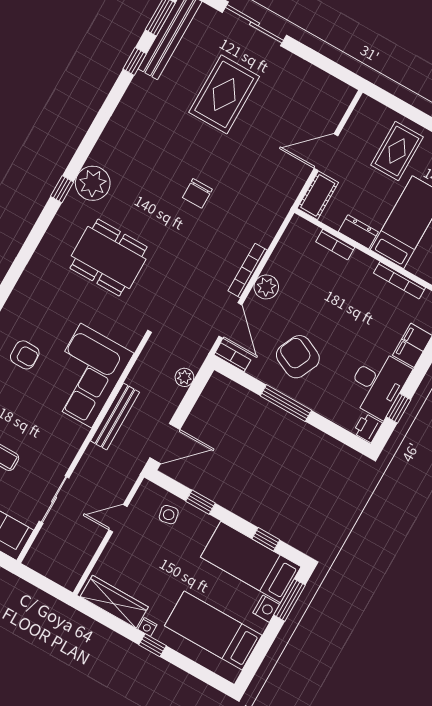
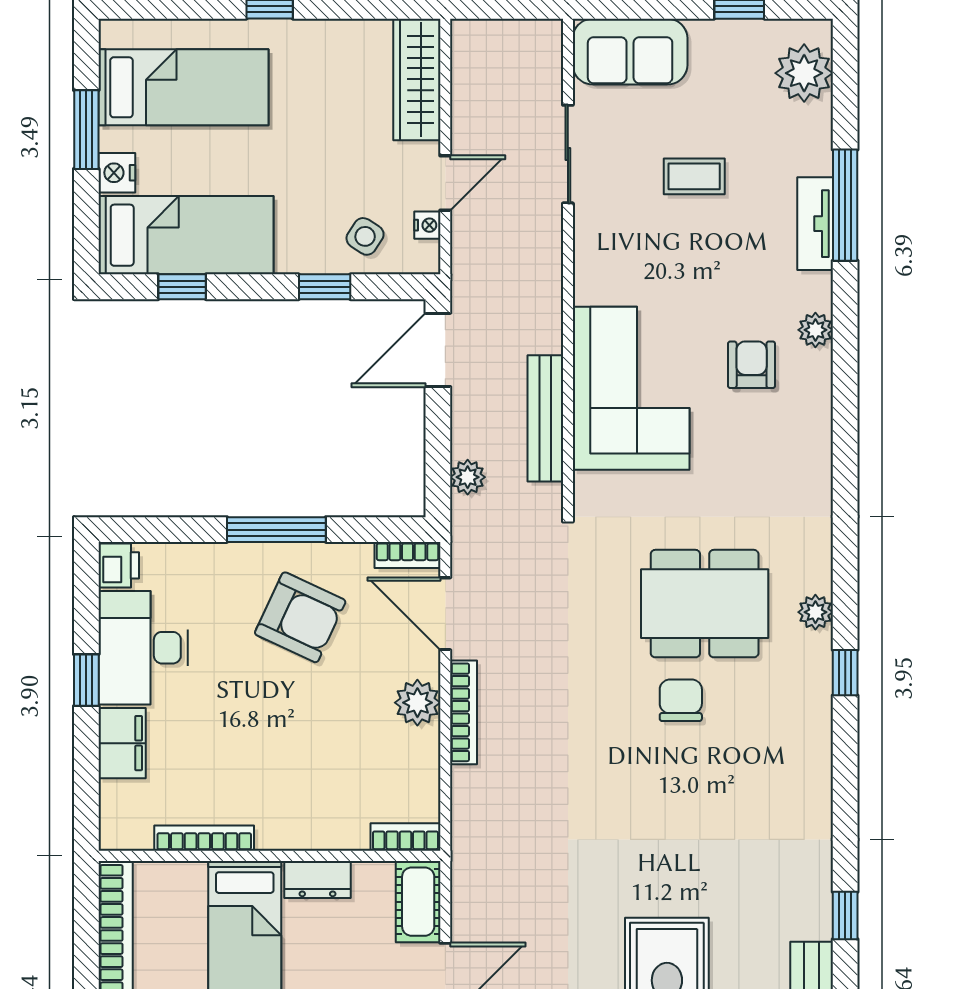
window: (135, 61) -> (845, 915), moved
plant: (93, 183) -> (815, 612), moved, width x0.53, depth x0.53
chair: (197, 193) -> (681, 700), moved
bookcase: (335, 245) -> (405, 837), moved
armchair: (25, 355) -> (752, 365), turned 90
window: (398, 408) -> (86, 680), moved
bench: (115, 417) -> (545, 418), moved
side table: (169, 515) -> (365, 236), turned 45
window: (290, 600) -> (86, 130), moved
wardrobe: (114, 602) -> (417, 79), moved, turned 90
nightstand: (147, 627) -> (427, 225), moved, turned 90

